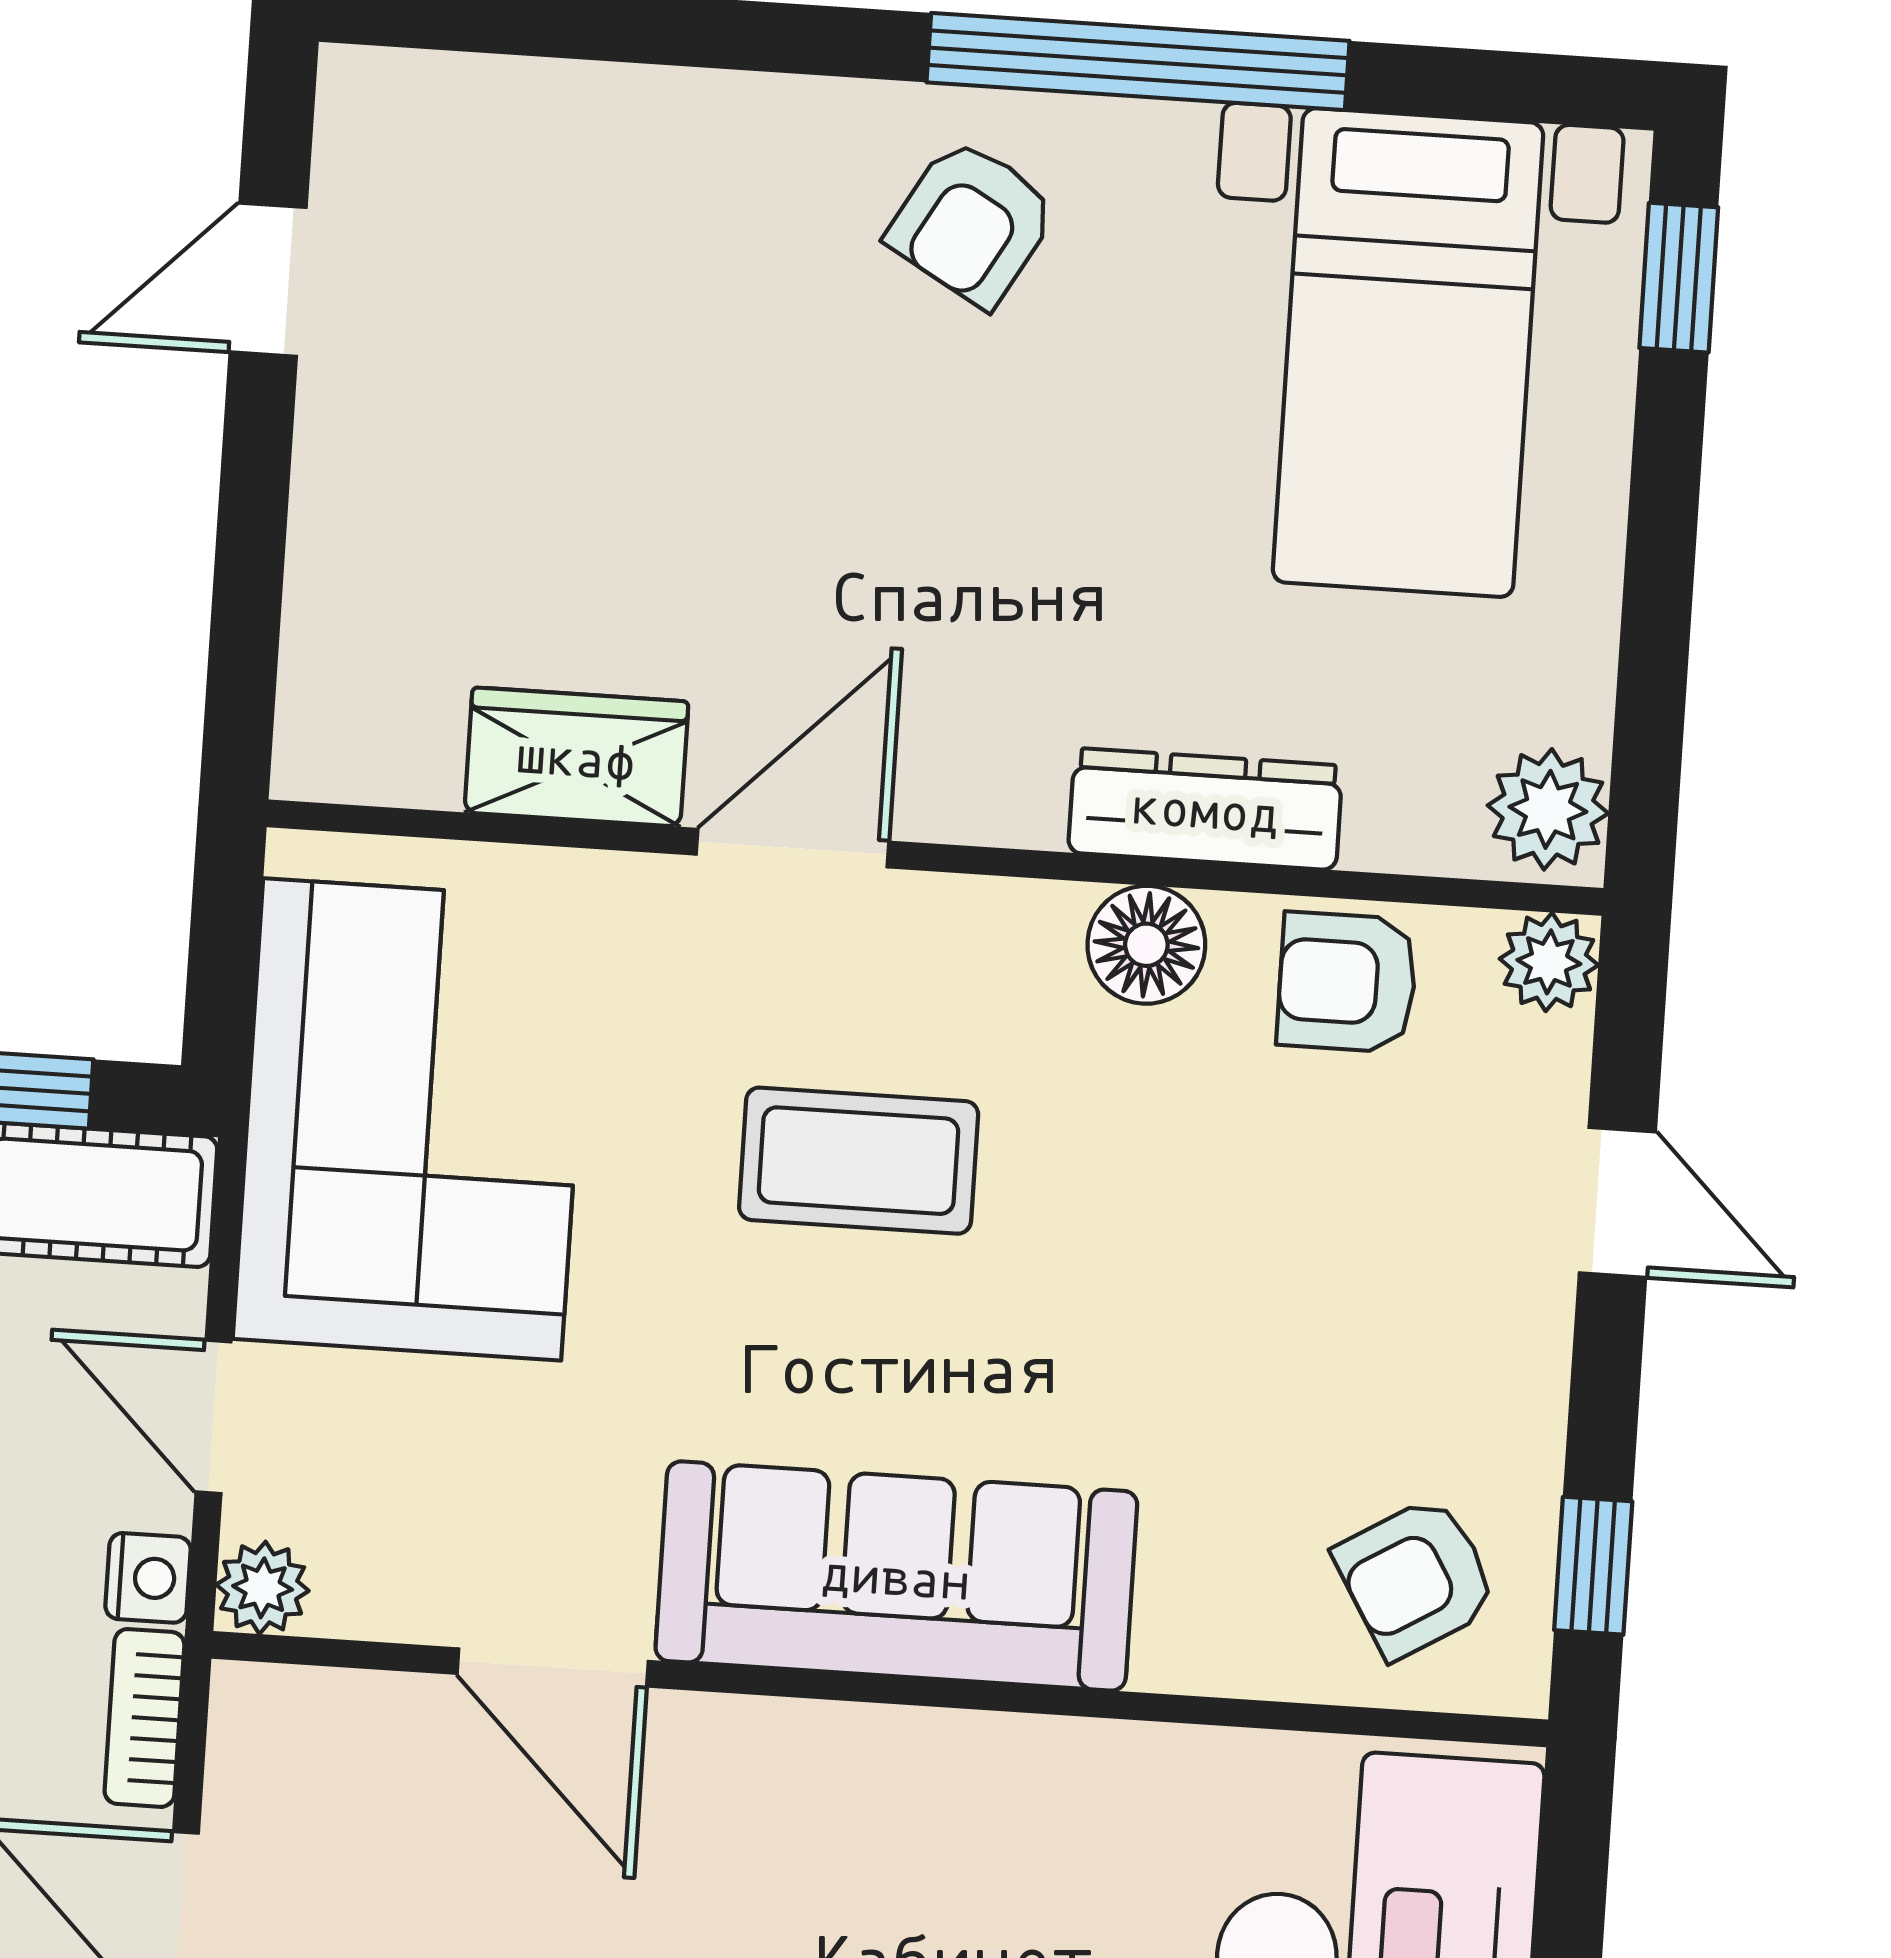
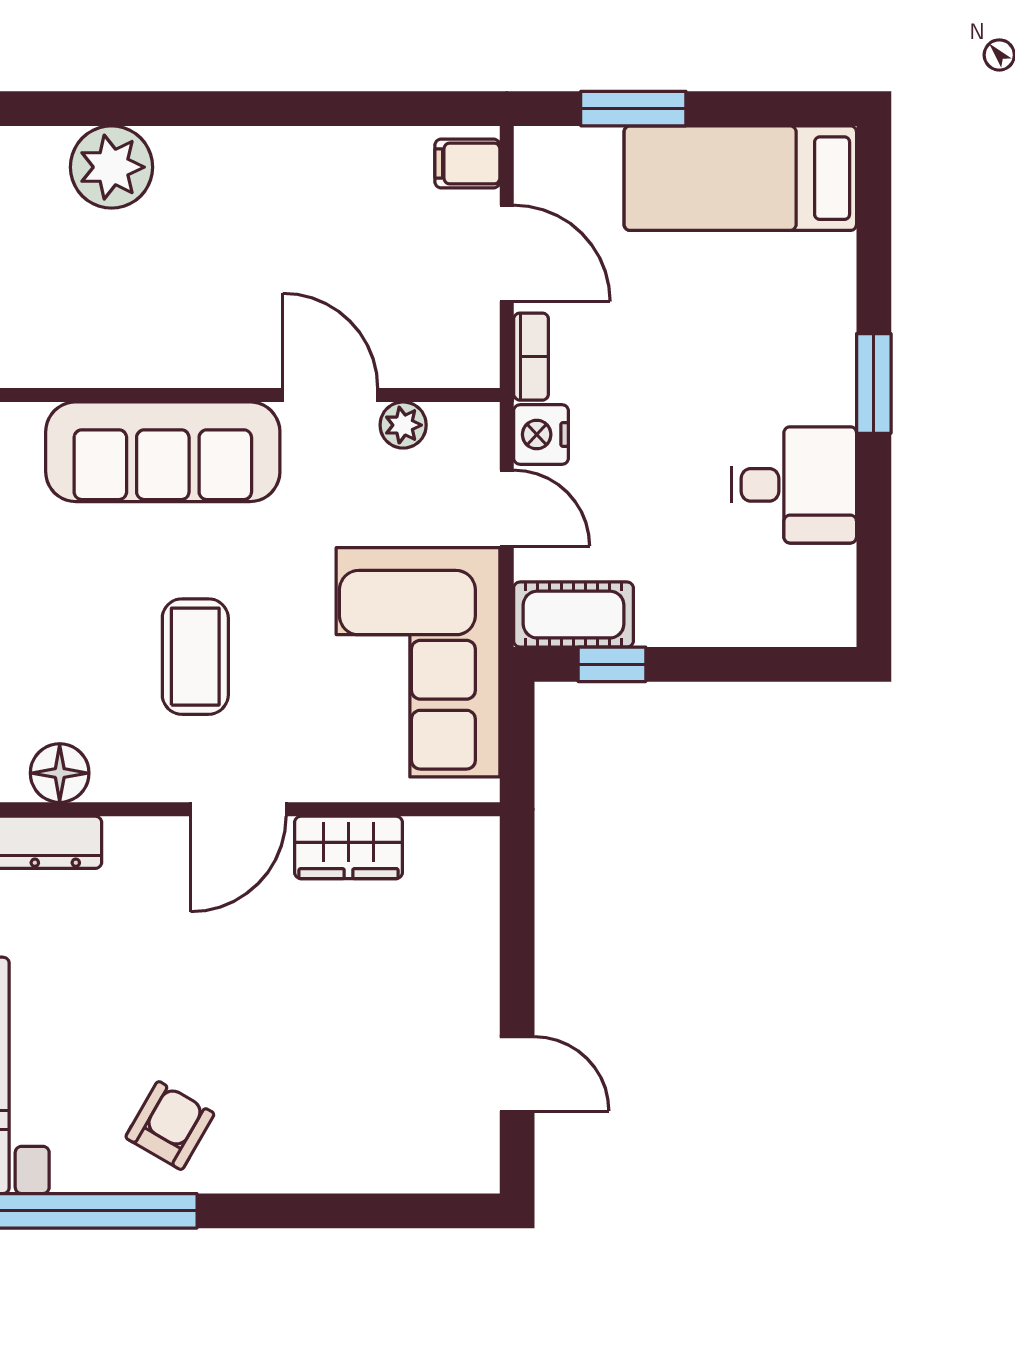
door: (268, 280) -> (517, 1074), hinge flipped
coffee table: (859, 1161) -> (195, 657), turned 90
nightstand: (148, 1578) -> (541, 434), width x1.39, depth x1.35
plant: (263, 1588) -> (403, 425), moved

